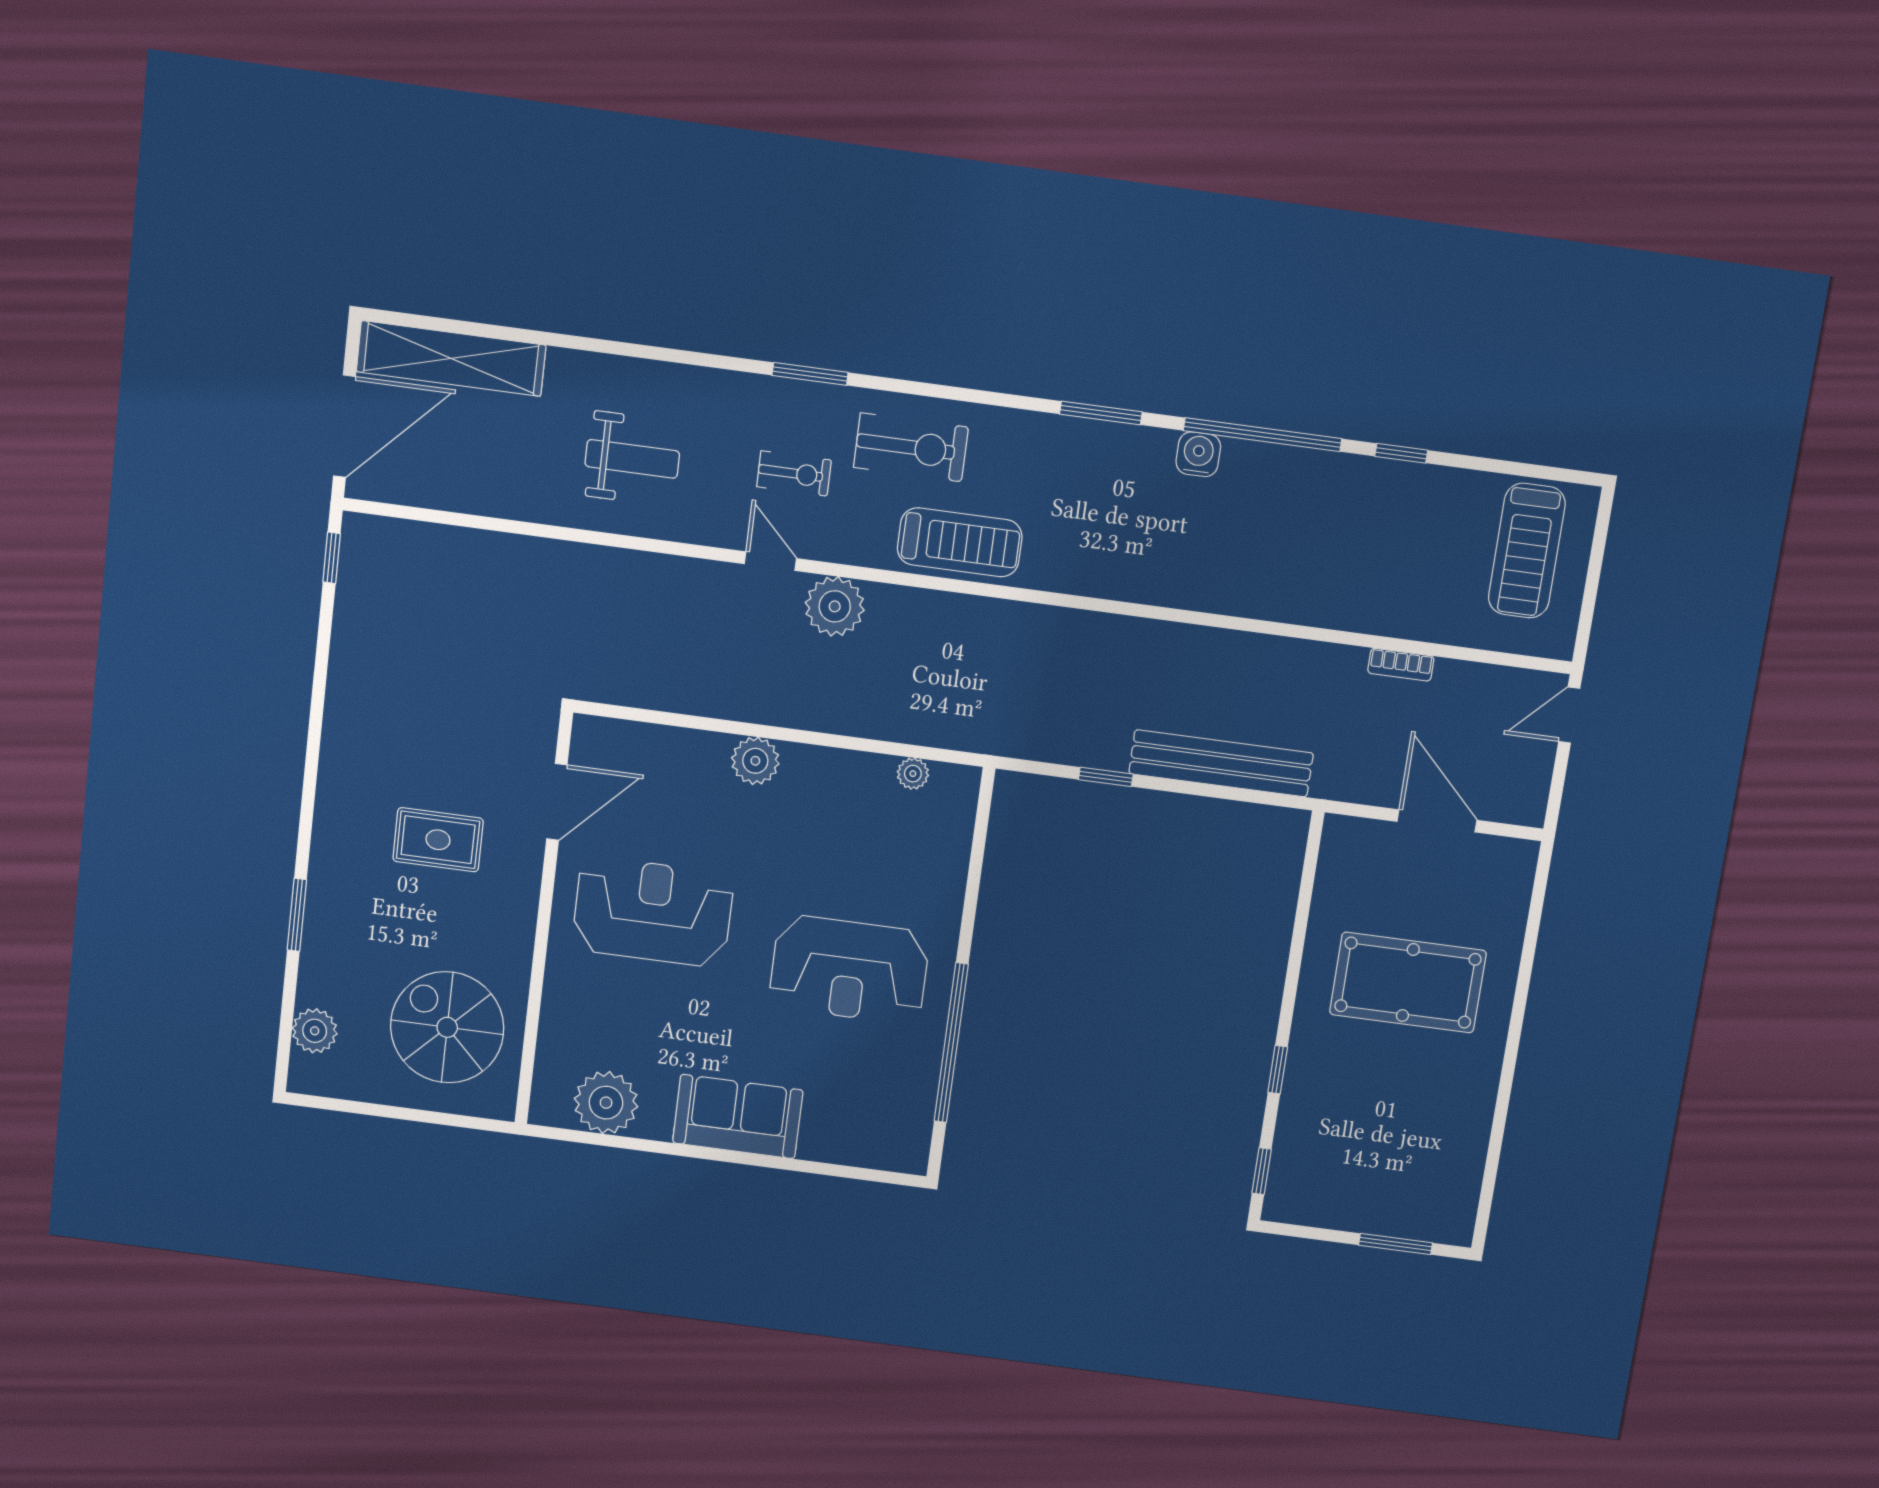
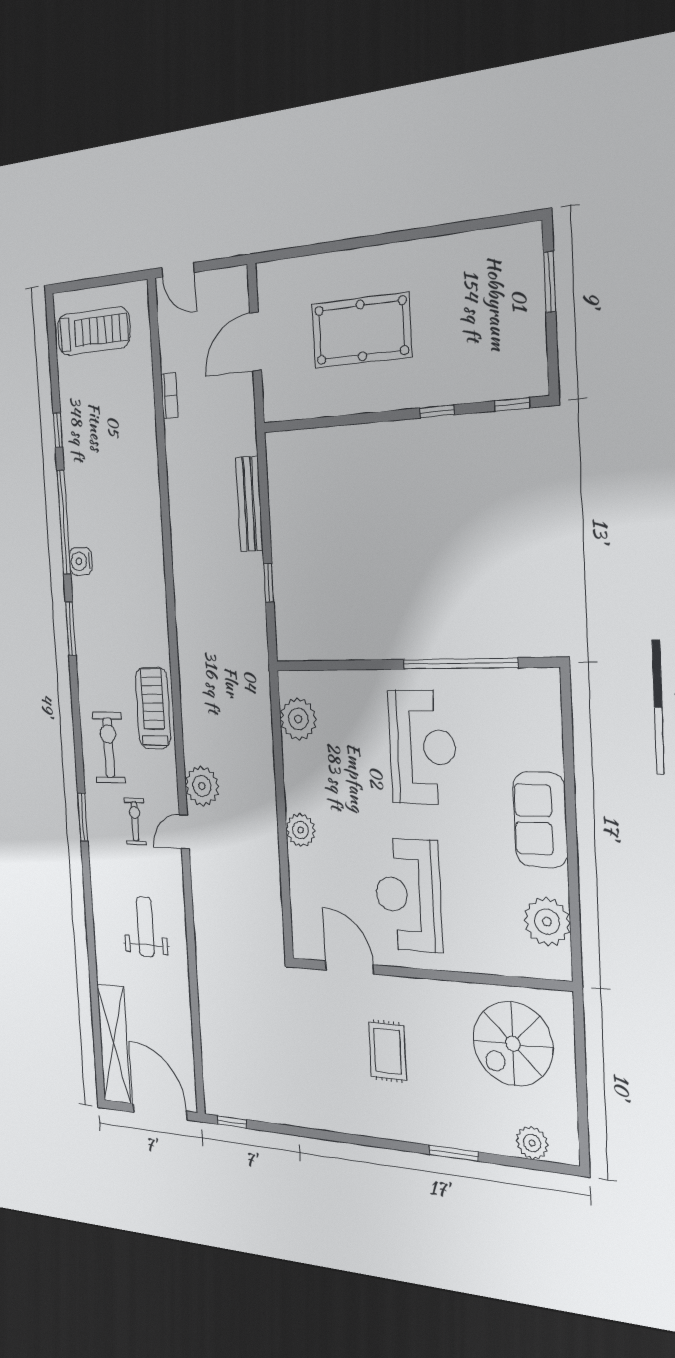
bench: (1221, 763) -> (249, 504), width x0.73, depth x0.82
plant: (913, 774) -> (298, 719), width x1.88, depth x1.88
pool table: (1408, 983) -> (361, 330), turned 90

